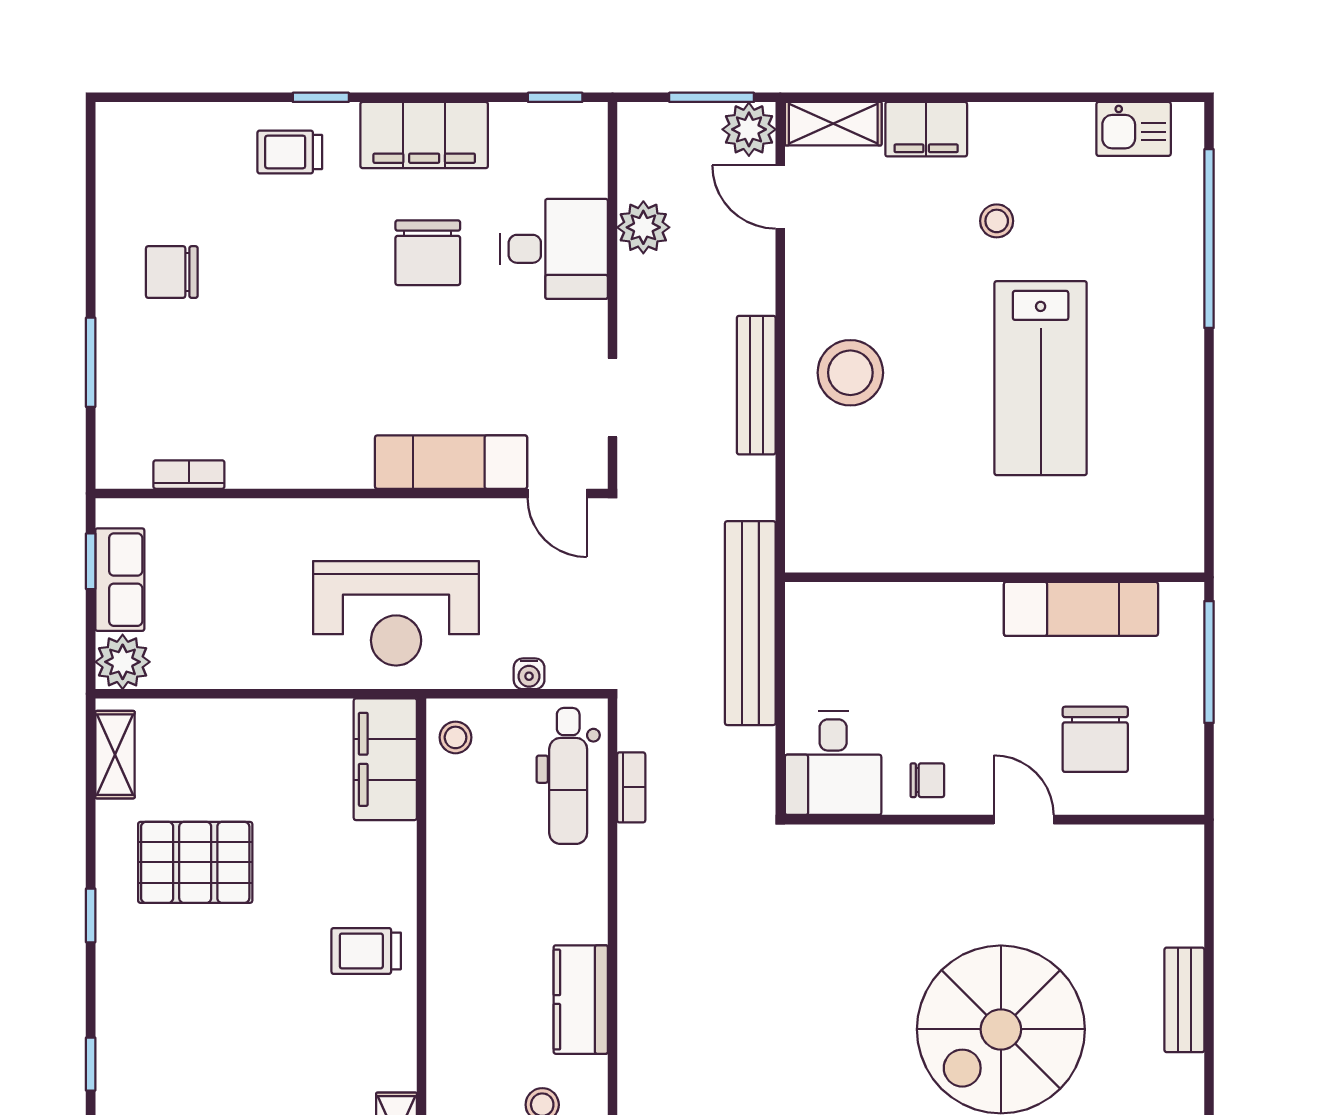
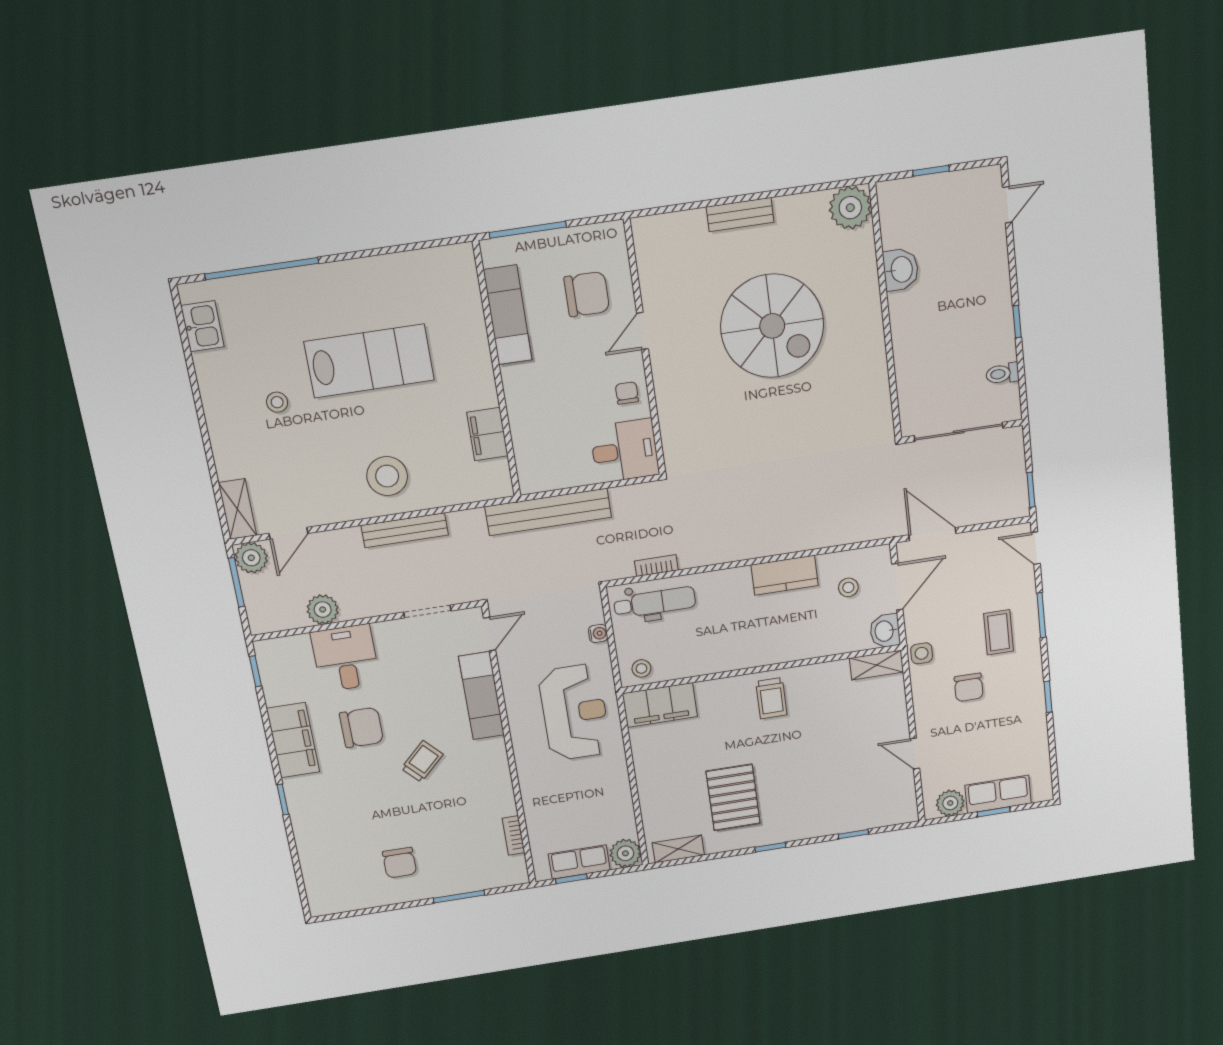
filing cabinet: (926, 129) -> (487, 434), moved, turned 180
trolley: (290, 152) -> (422, 761), moved, turned -134

